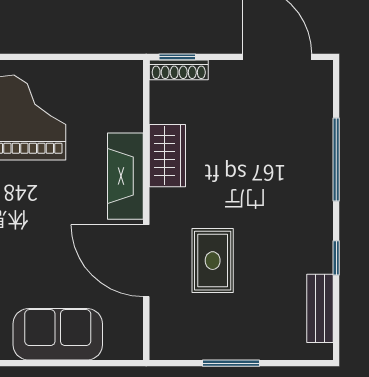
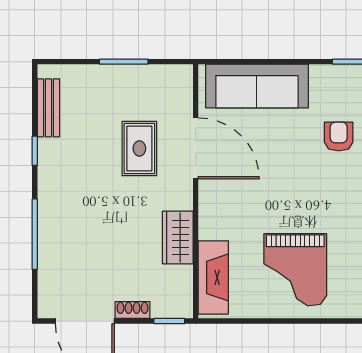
shoe rack: (179, 70) -> (133, 310), moved, width x0.70
fireplace: (125, 176) -> (213, 277), moved
sofa: (58, 334) -> (257, 86), width x1.36

